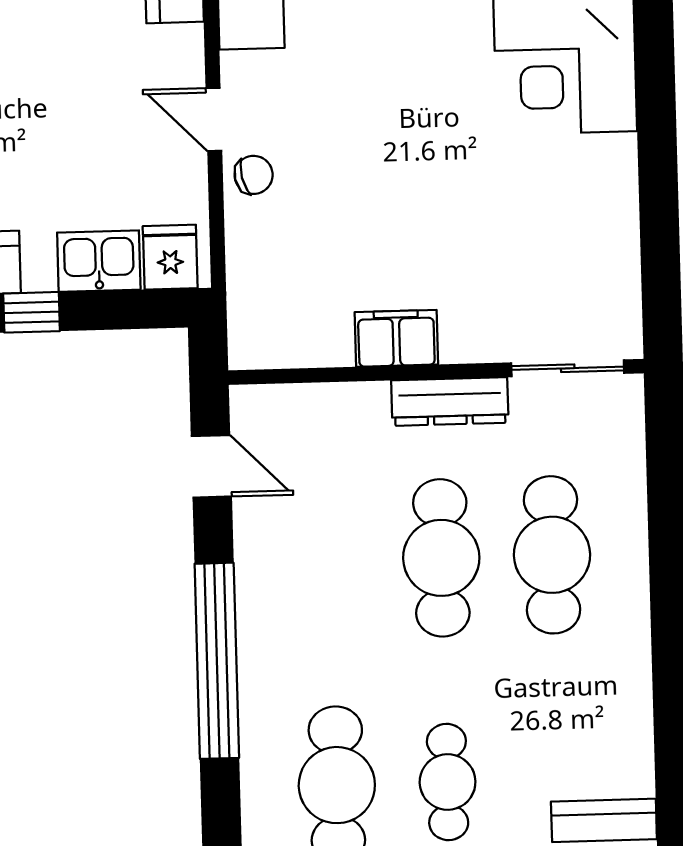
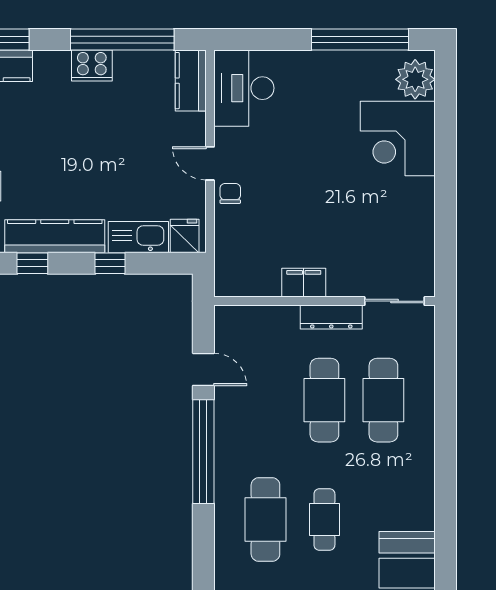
chair: (254, 175) -> (230, 193), turned -77
kitchen sink: (99, 261) -> (138, 237), width x1.38
door: (211, 466) -> (203, 369), moved

